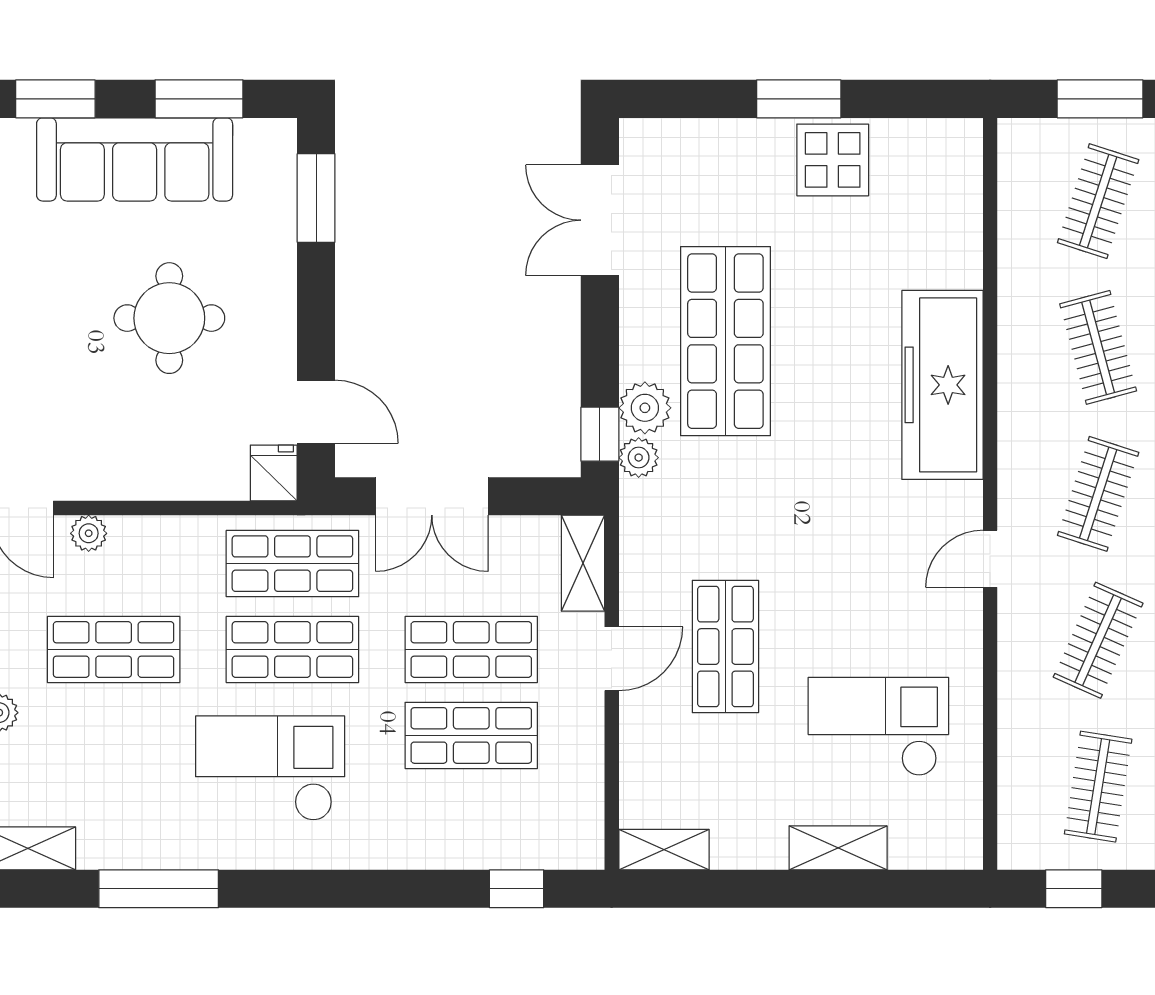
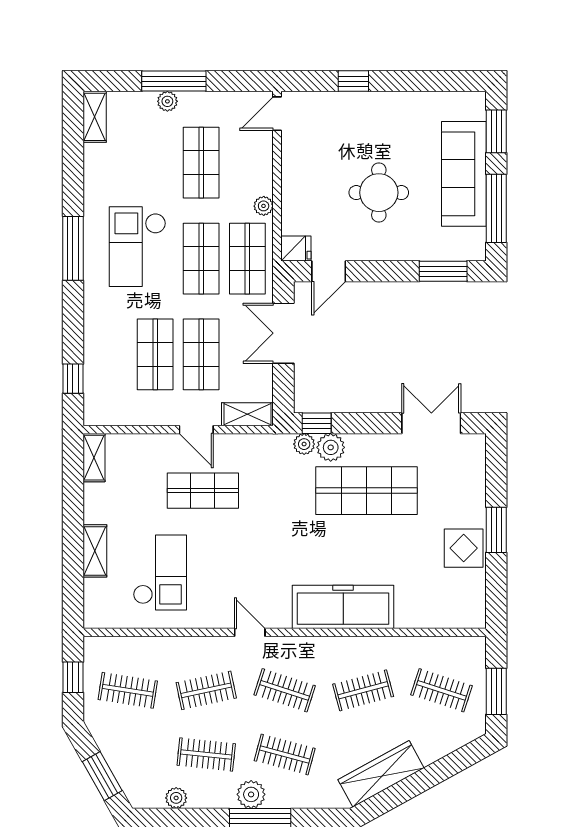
window: (199, 99) -> (496, 208), width x1.44
plant: (89, 533) -> (264, 206), moved
clothes rail: (1098, 640) -> (206, 690), turned -36
checkout: (270, 768) -> (138, 247), turned 180
window: (159, 889) -> (73, 248), moved

